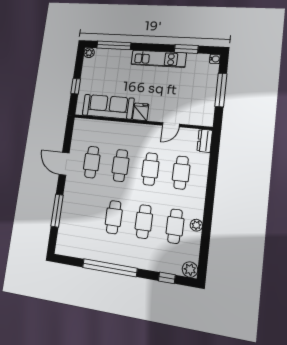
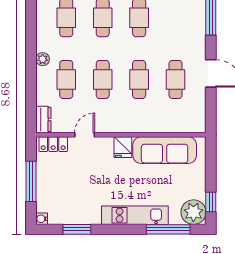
plant: (89, 53) -> (193, 212), width x1.88, depth x1.88
kitchen unit: (159, 59) -> (135, 215), moved
window: (76, 86) -> (211, 202), moved
locker: (198, 119) -> (53, 144), added
plant: (196, 225) -> (43, 59), moved

